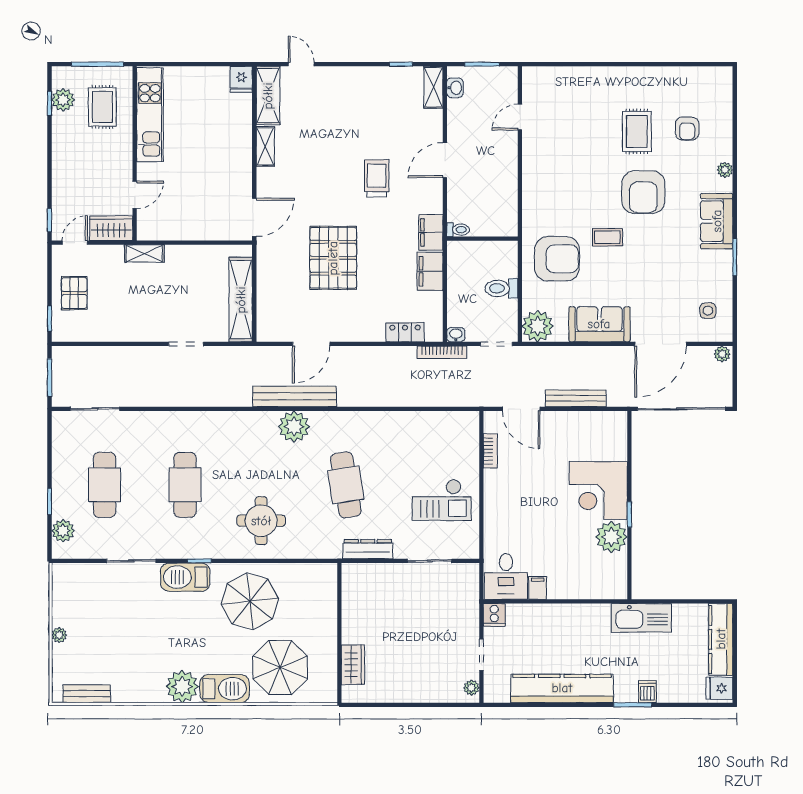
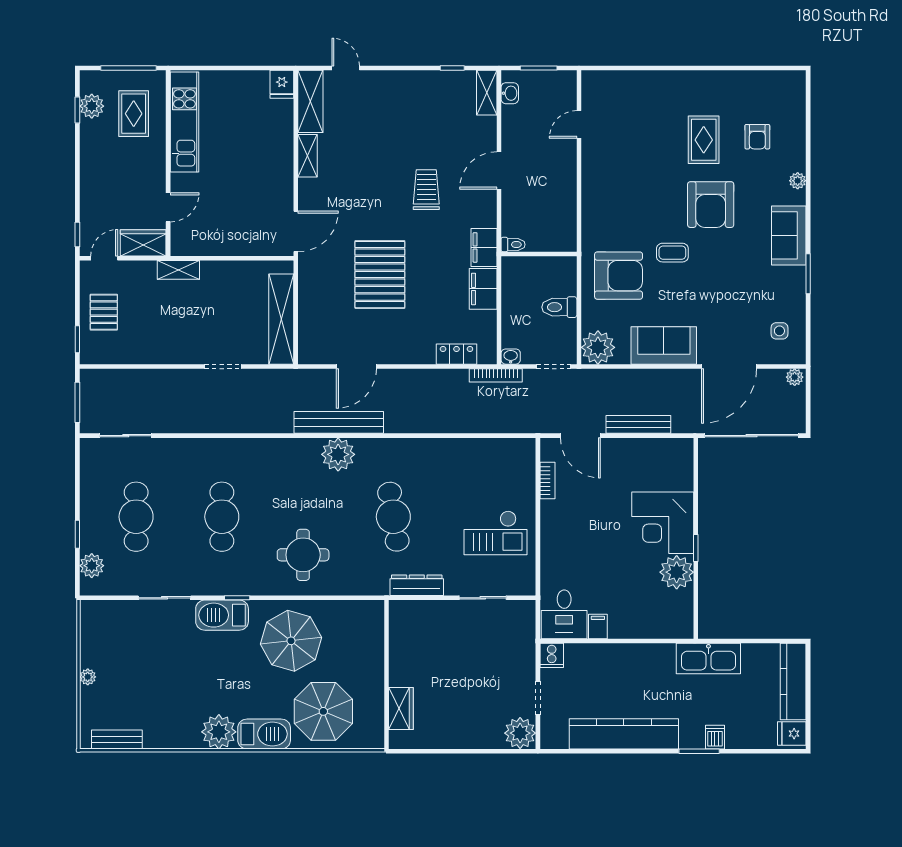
plant: (471, 688) -> (520, 733), width x1.87, depth x1.87

